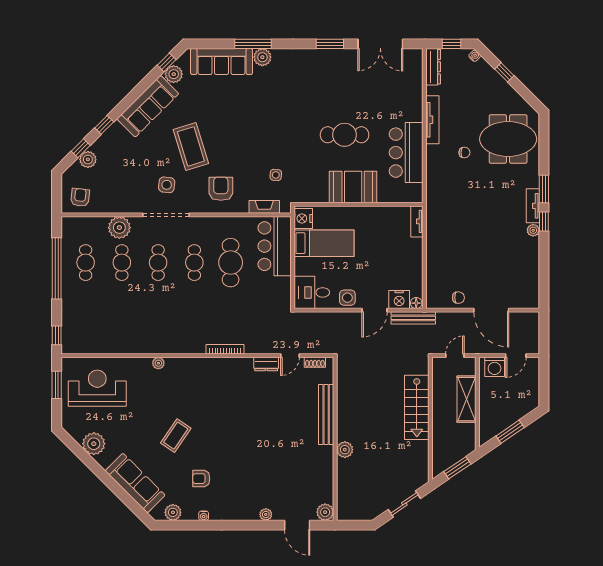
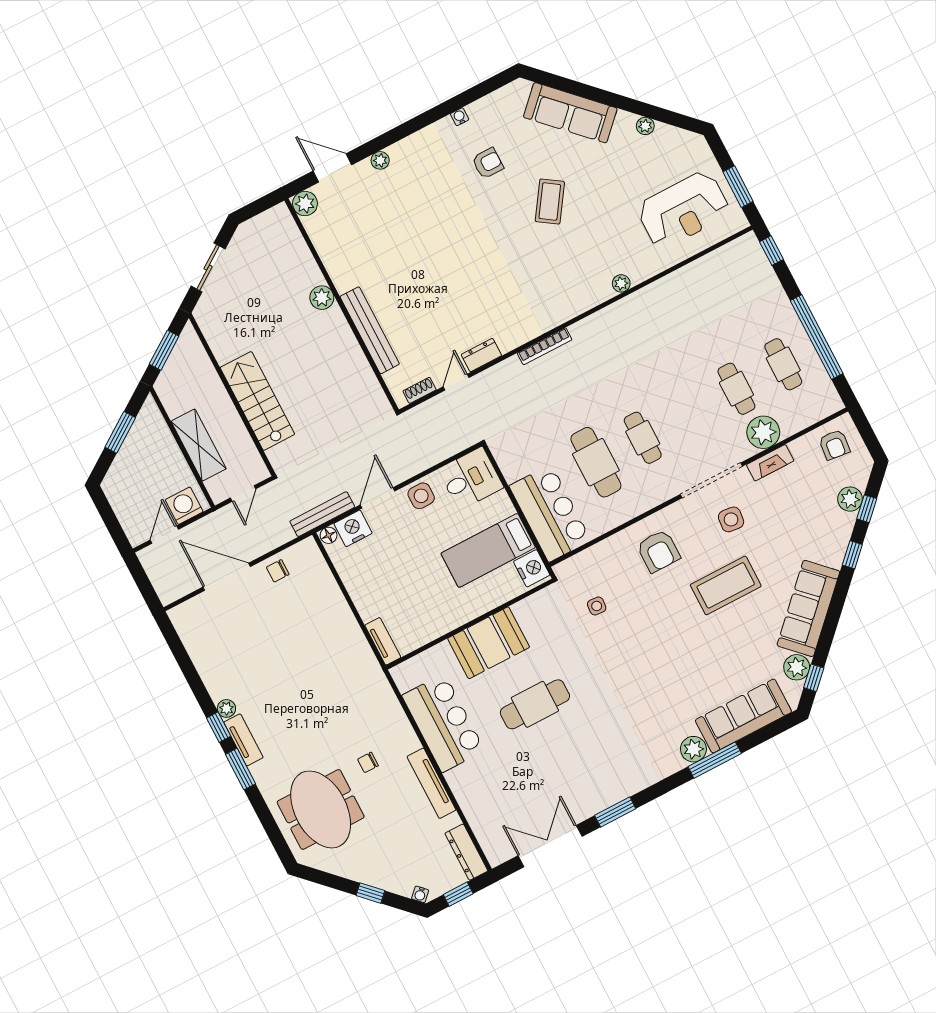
meeting table: (508, 139) -> (321, 809), turned 90
coffee table: (191, 146) -> (726, 585), turned -73
fireplace: (264, 207) -> (770, 463), moved
cafe table: (158, 263) -> (690, 413), removed
plant: (94, 444) -> (645, 126), width x0.53, depth x0.53
plant: (173, 512) -> (502, 100), removed

